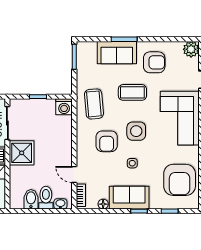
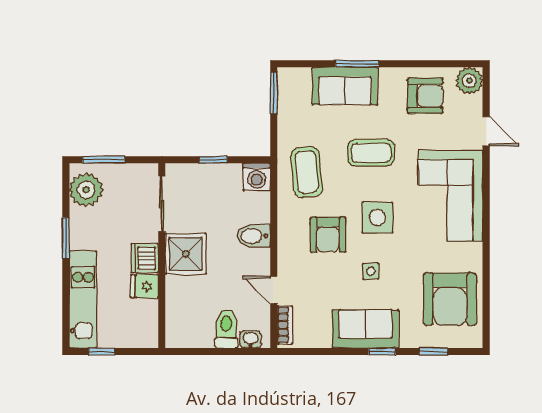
armchair: (154, 62) -> (425, 96), moved
bidet: (31, 199) -> (254, 236), moved, turned -90
floor lamp: (103, 204) -> (322, 340), removed

